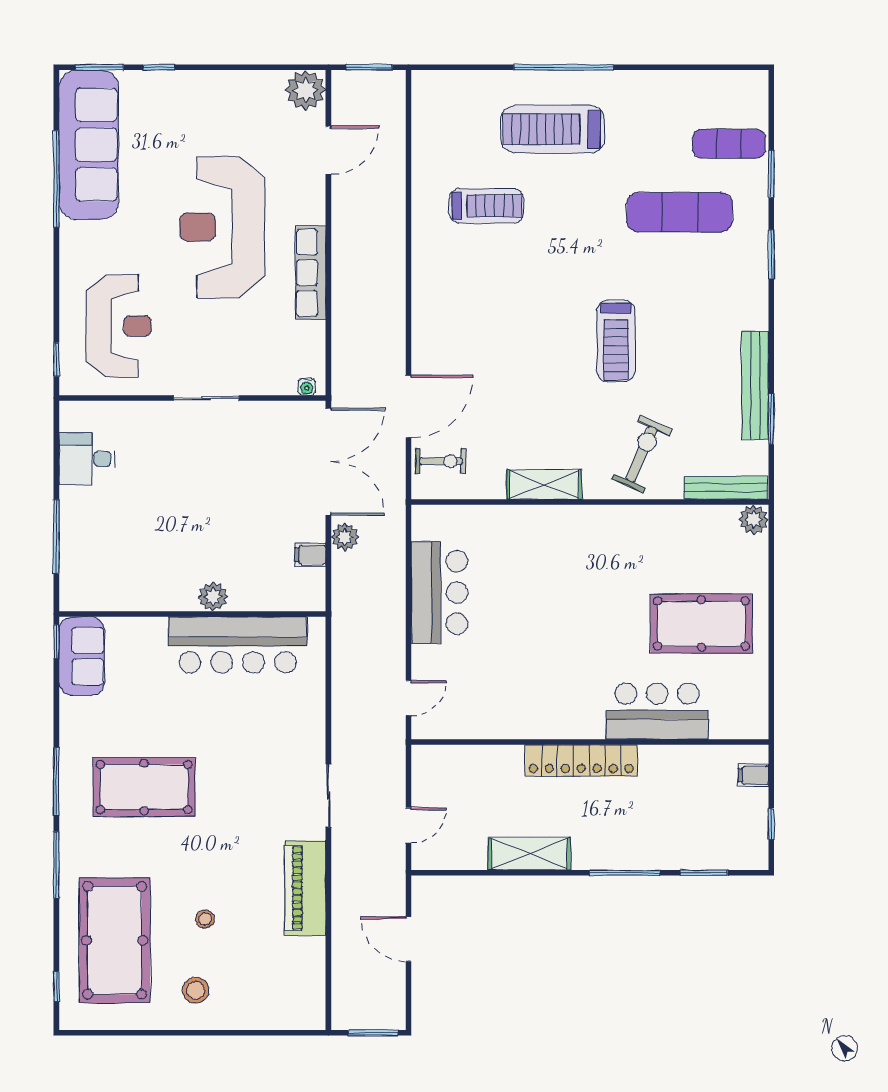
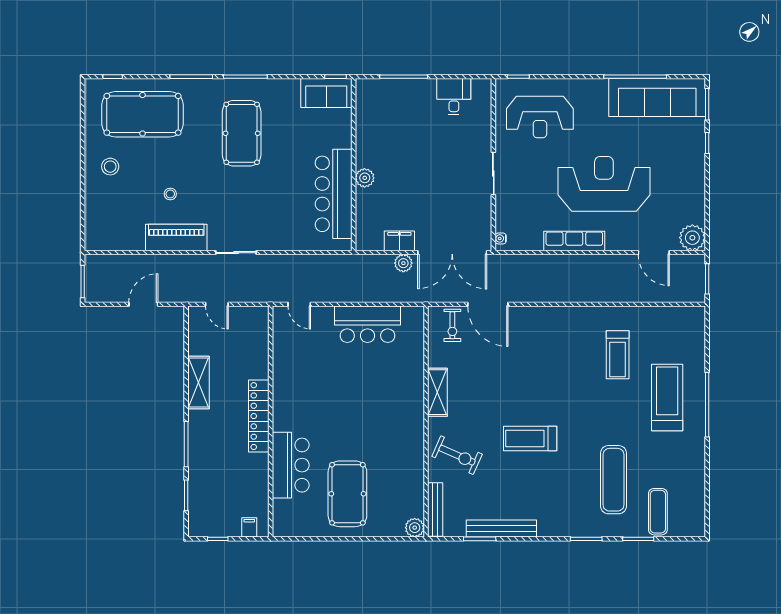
filing cabinet: (310, 555) -> (399, 241), width x2.00
stool: (205, 919) -> (170, 194), moved

